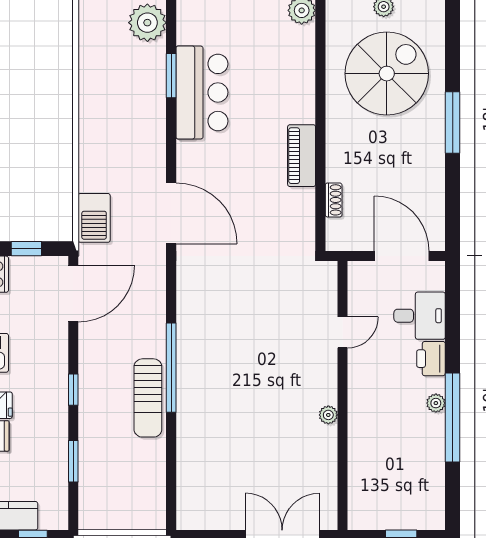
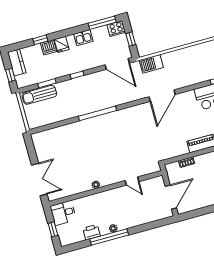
desk: (420, 316) -> (63, 213), moved, turned 90
printer: (431, 359) -> (92, 232), moved
sun lounger: (148, 398) -> (39, 95), moved

